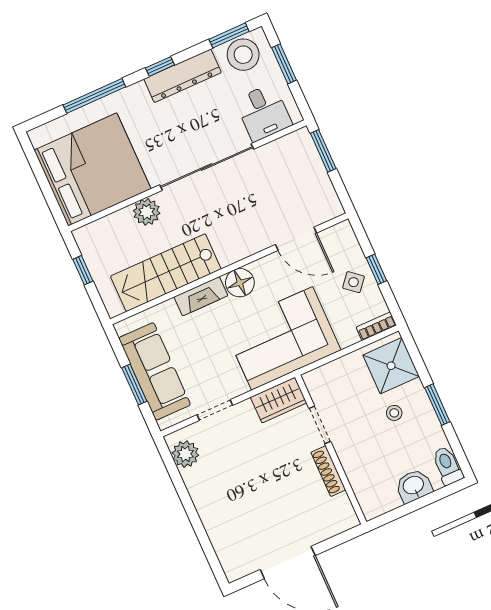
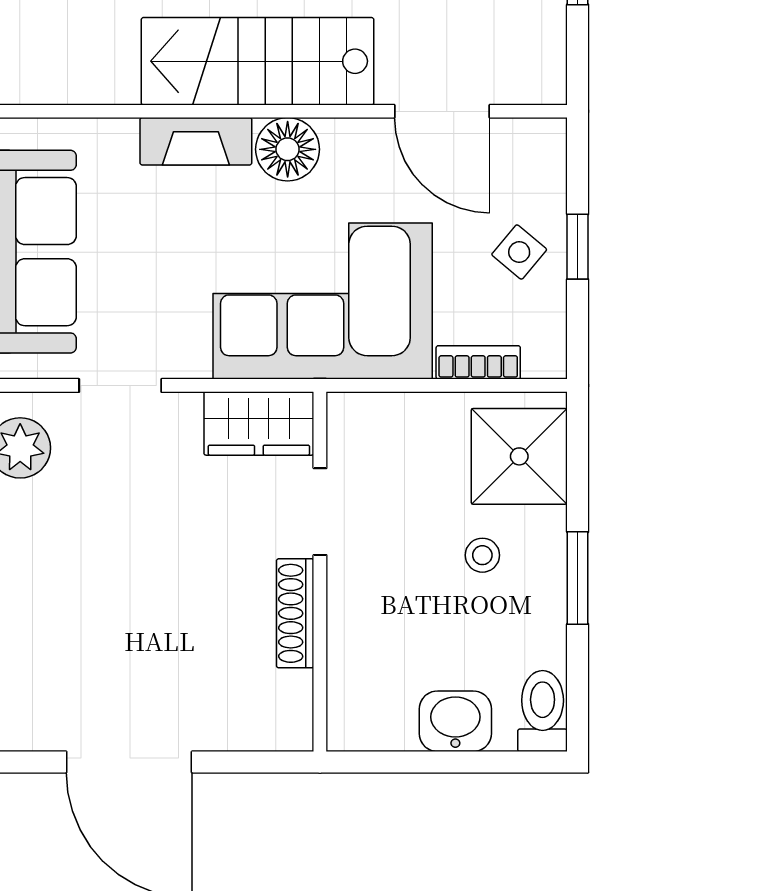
stairs: (166, 273) -> (258, 61), moved
bookcase: (376, 326) -> (478, 362), moved

